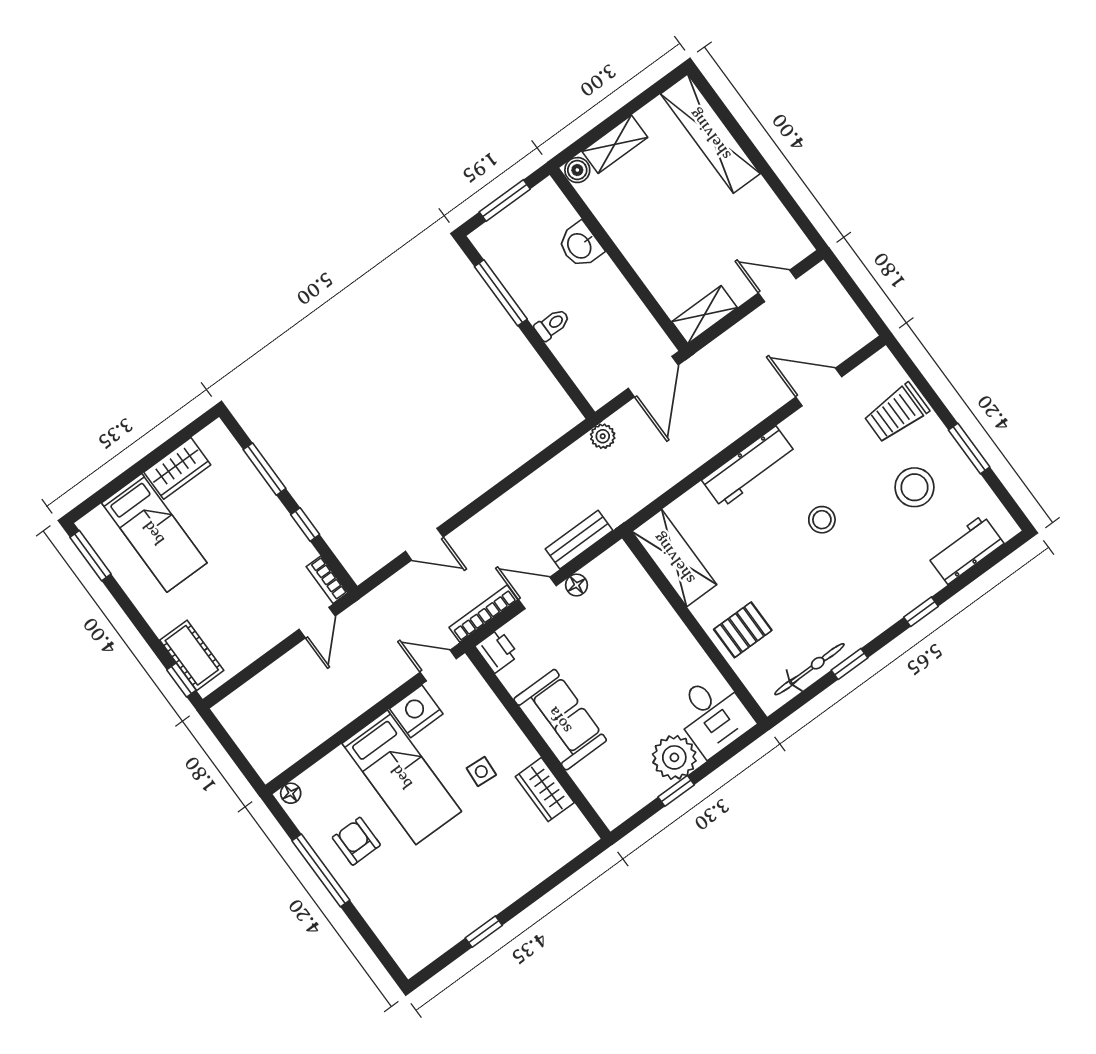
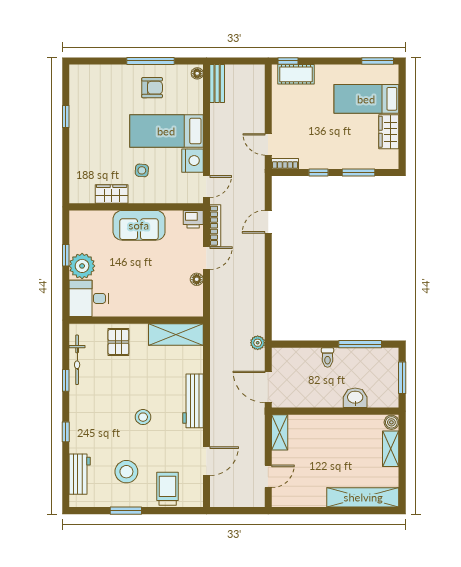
bench: (579, 540) -> (217, 84), moved

